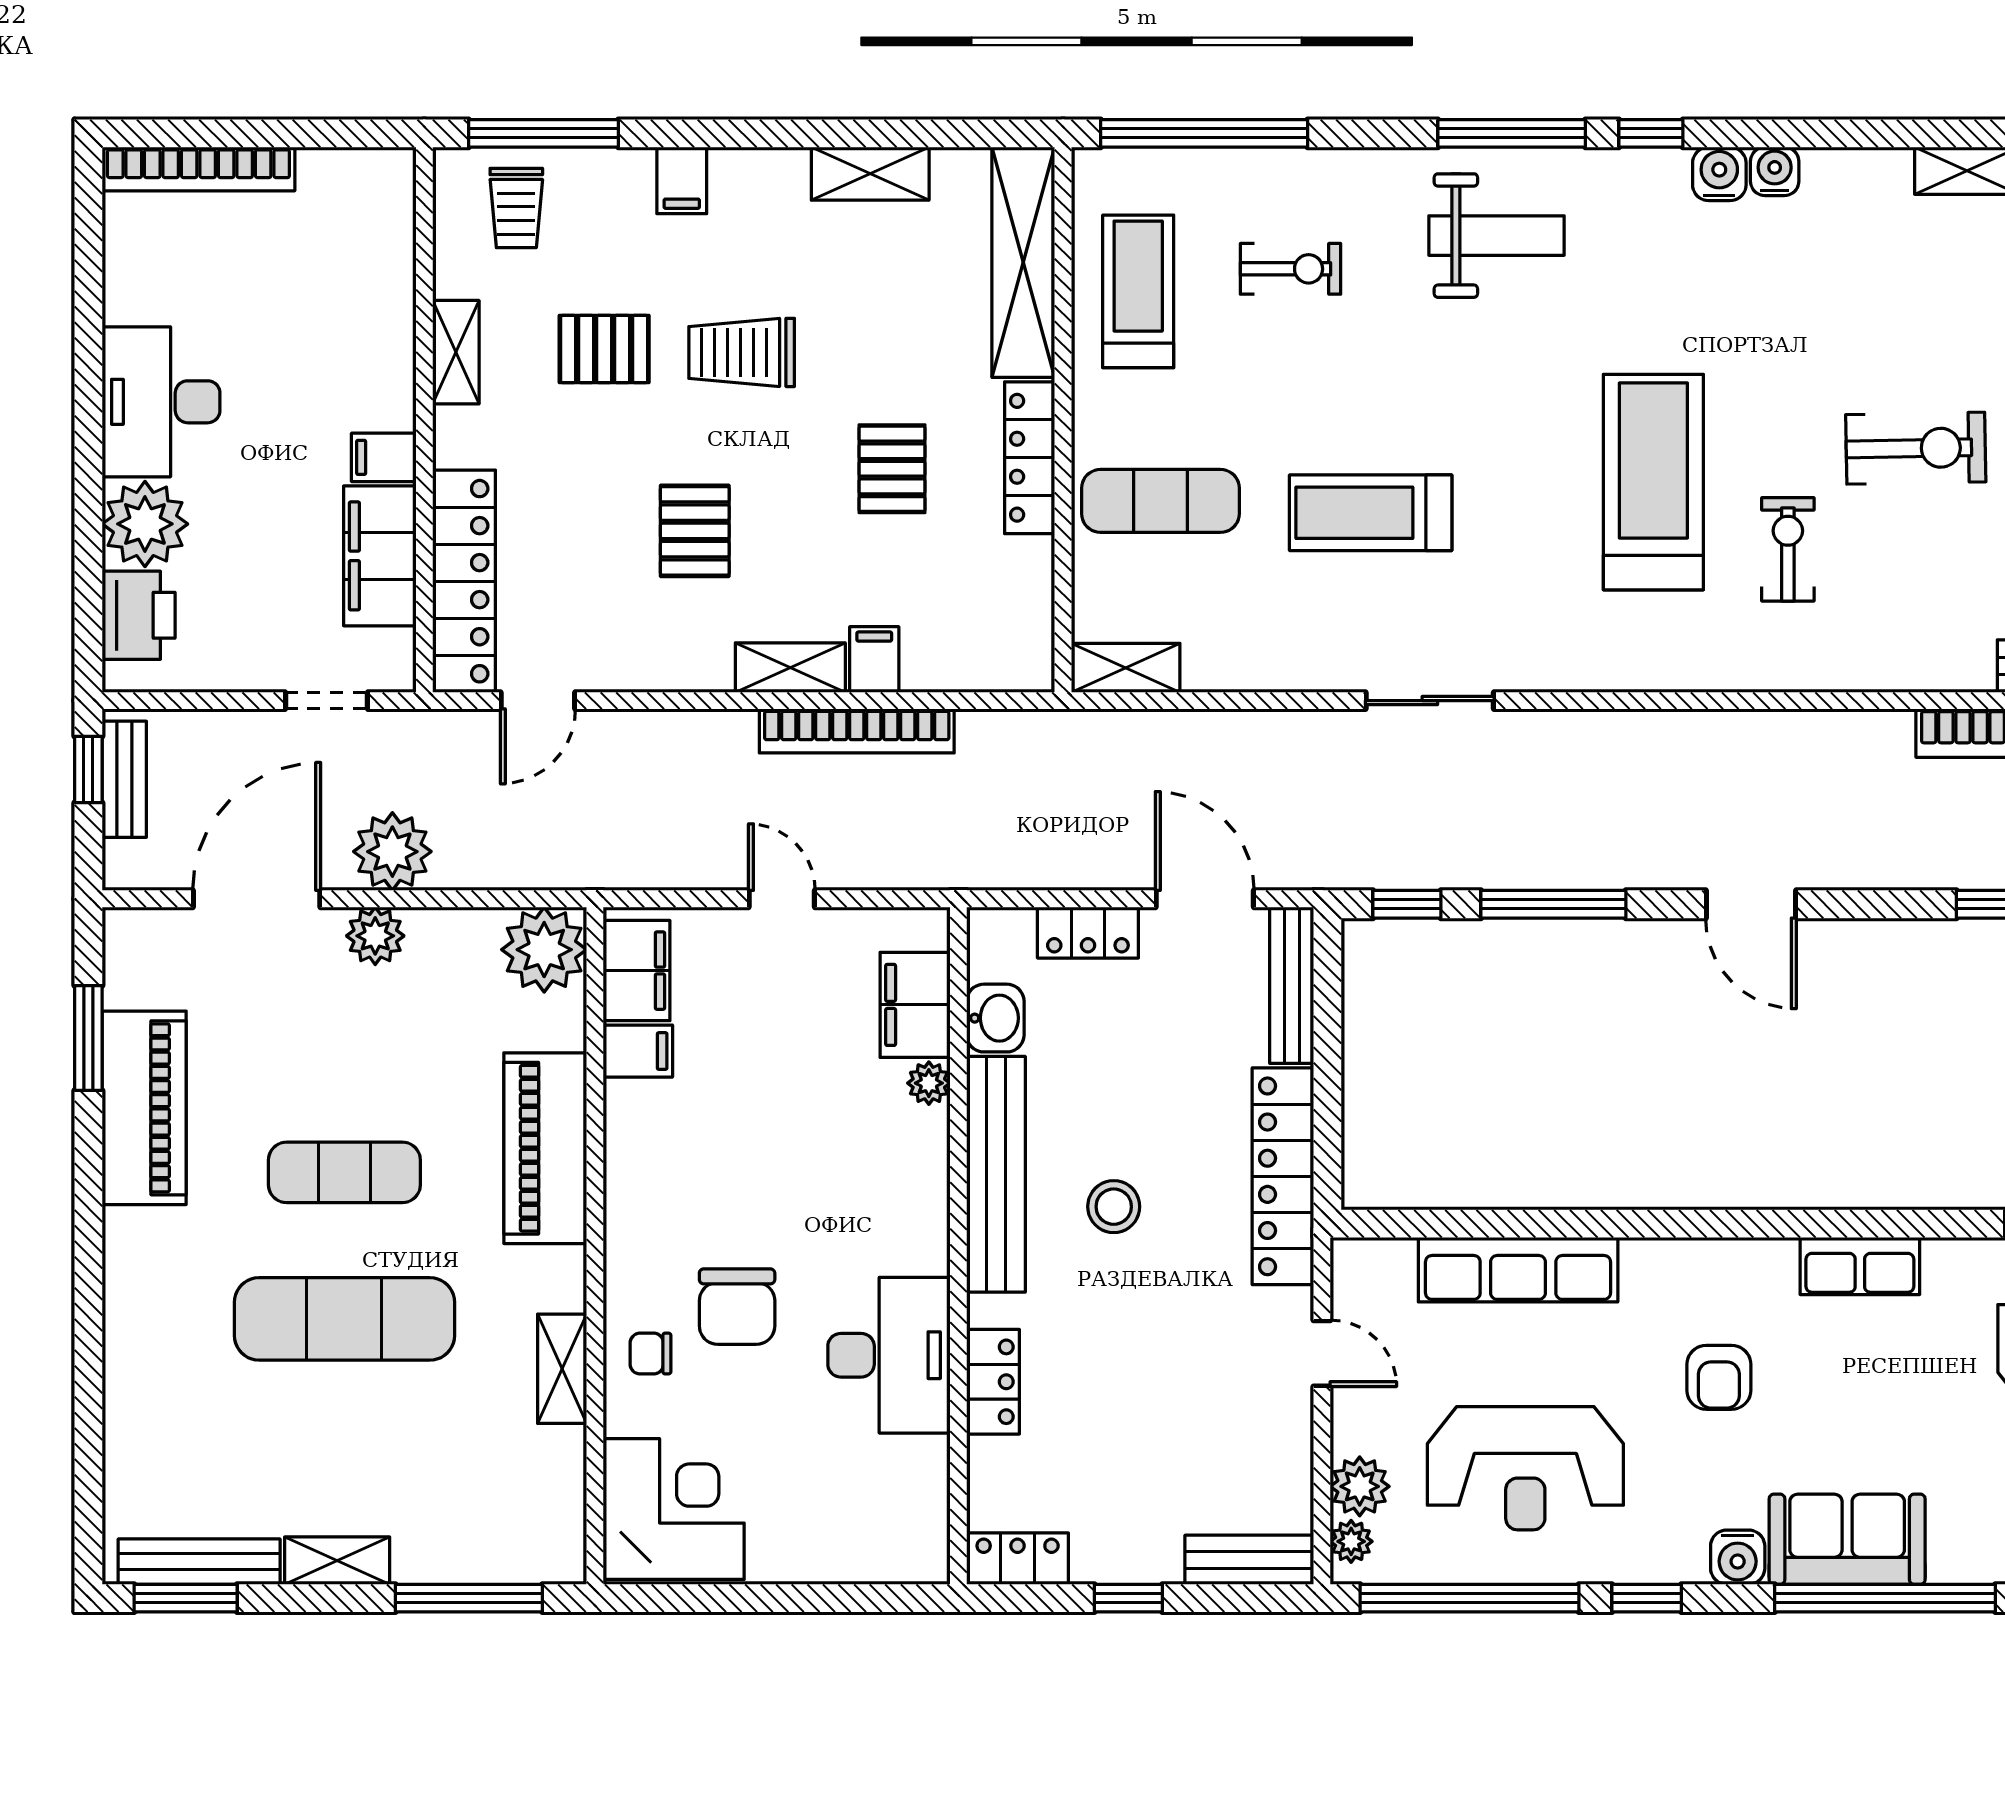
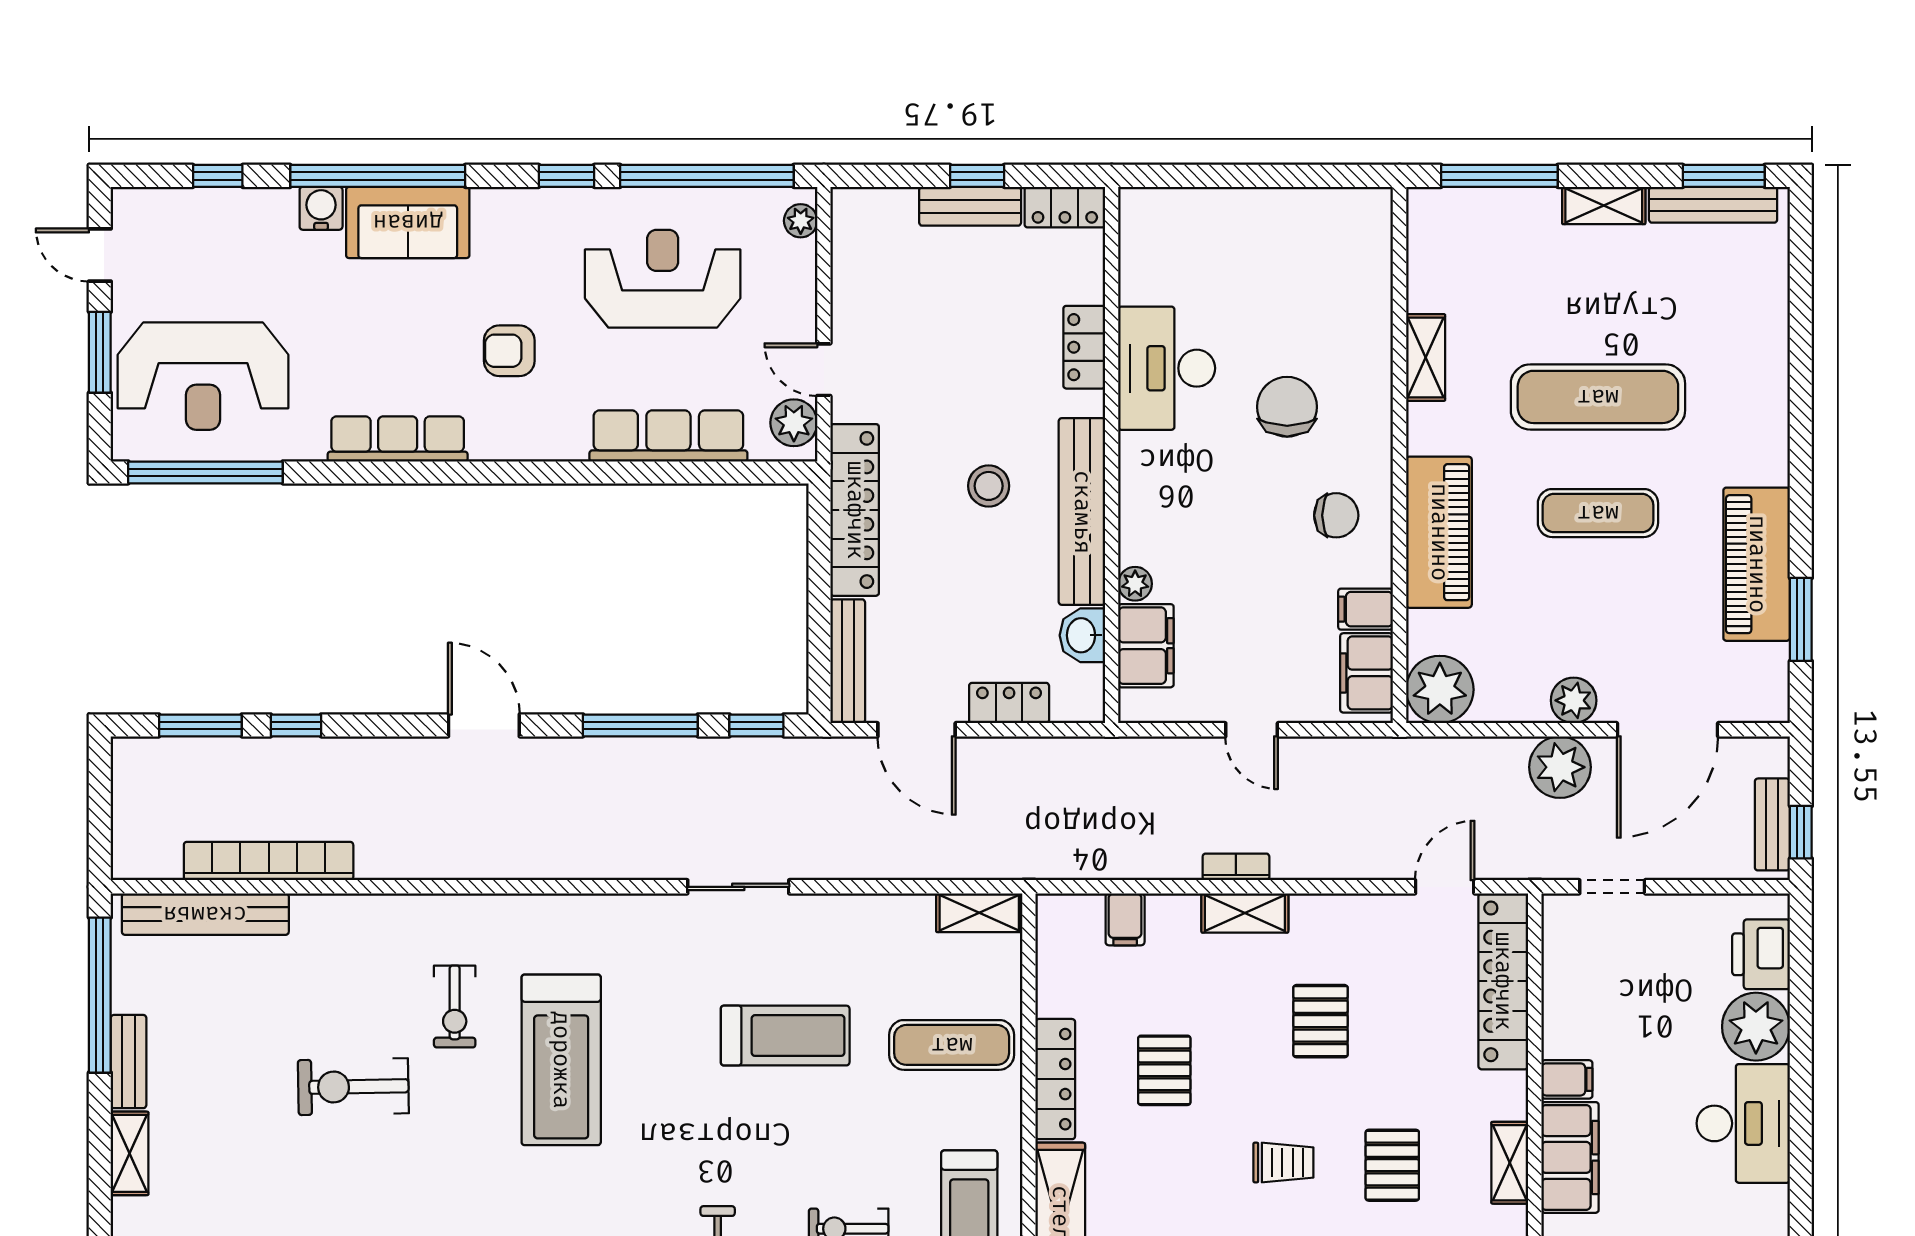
pallet: (604, 349) -> (1392, 1165), turned 90
trolley: (742, 352) -> (1283, 1162), width x0.73, depth x0.72
filing cabinet: (380, 556) -> (1570, 1157), moved
filing cabinet: (874, 659) -> (1125, 919), moved
bookcase: (857, 731) -> (1236, 867), width x0.43, depth x0.76
row of seats: (1860, 1266) -> (398, 439), width x1.48
chair: (651, 1354) -> (1336, 515), moved, width x1.37, depth x1.37
armchair: (1719, 1377) -> (509, 351), turned -90
plant: (1360, 1486) -> (794, 423), moved
corner desk: (674, 1509) -> (1337, 246), removed
water cooler: (1738, 1557) -> (321, 208), moved
bench: (1249, 1560) -> (970, 206), moved

